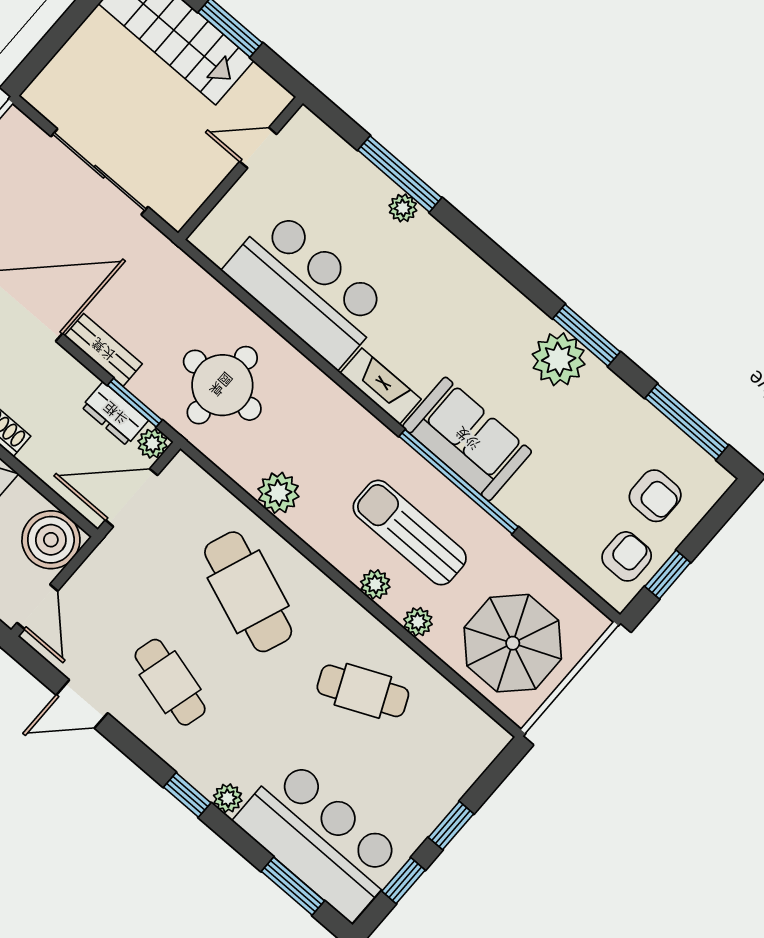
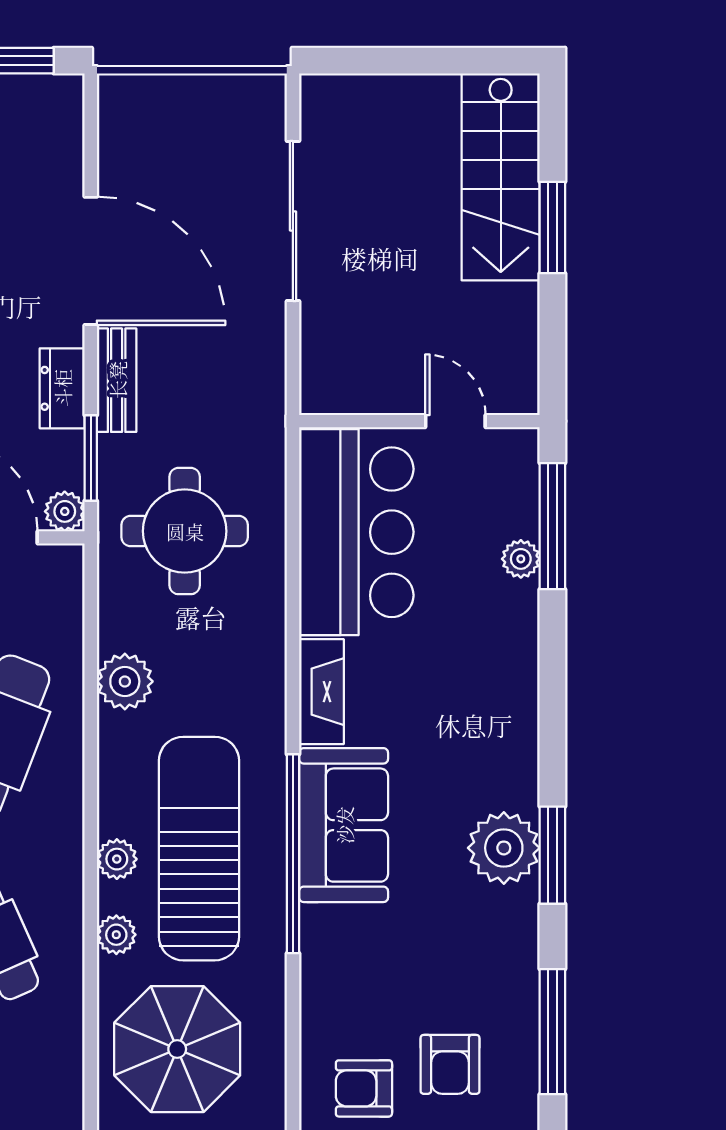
door: (258, 148) -> (455, 421), moved
wall: (241, 168) -> (419, 421), moved
dresser: (115, 414) -> (62, 388), moved
sun lounger: (410, 533) -> (199, 849), width x1.36, depth x1.34
armchair: (627, 556) -> (364, 1088), turned 180

